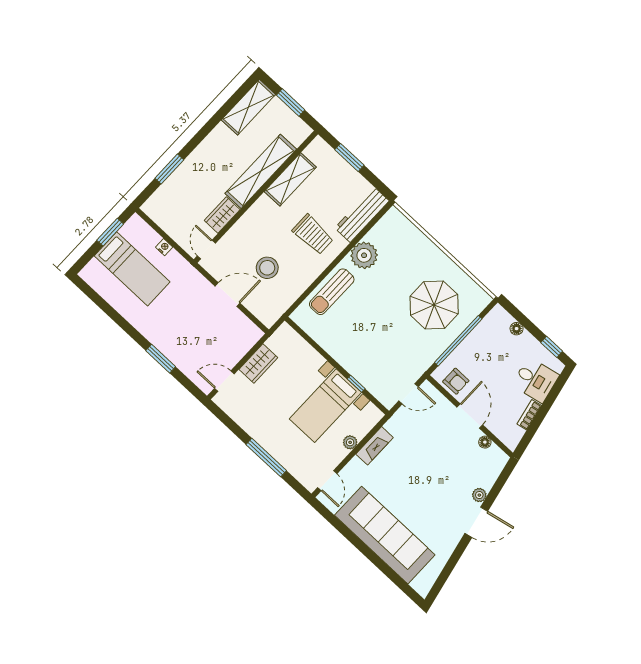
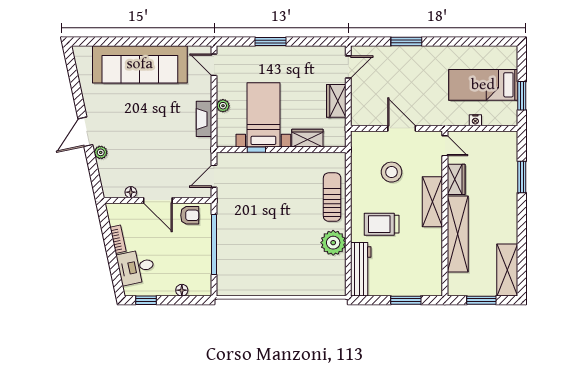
shelving: (290, 179) -> (432, 202), moved
door: (228, 295) -> (402, 128), swing flipped
parasol: (434, 305) -> (253, 254), removed
wardrobe: (308, 355) -> (307, 138), added
armchair: (456, 381) -> (190, 215), turned 180
window: (266, 458) -> (271, 42), width x0.69

